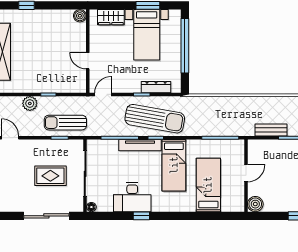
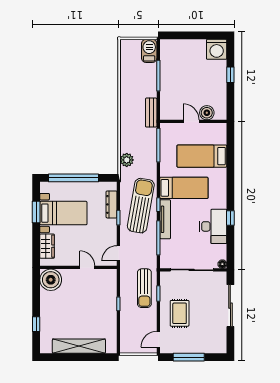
boiler: (80, 16) -> (51, 280), width x1.86, depth x1.86
door: (88, 61) -> (87, 267), swing flipped
door: (103, 94) -> (118, 253), hinge flipped
plant: (30, 103) -> (127, 160), moved
bench: (271, 130) -> (151, 113), moved
rug: (50, 176) -> (180, 313), moved
boiler: (255, 204) -> (207, 113), moved

